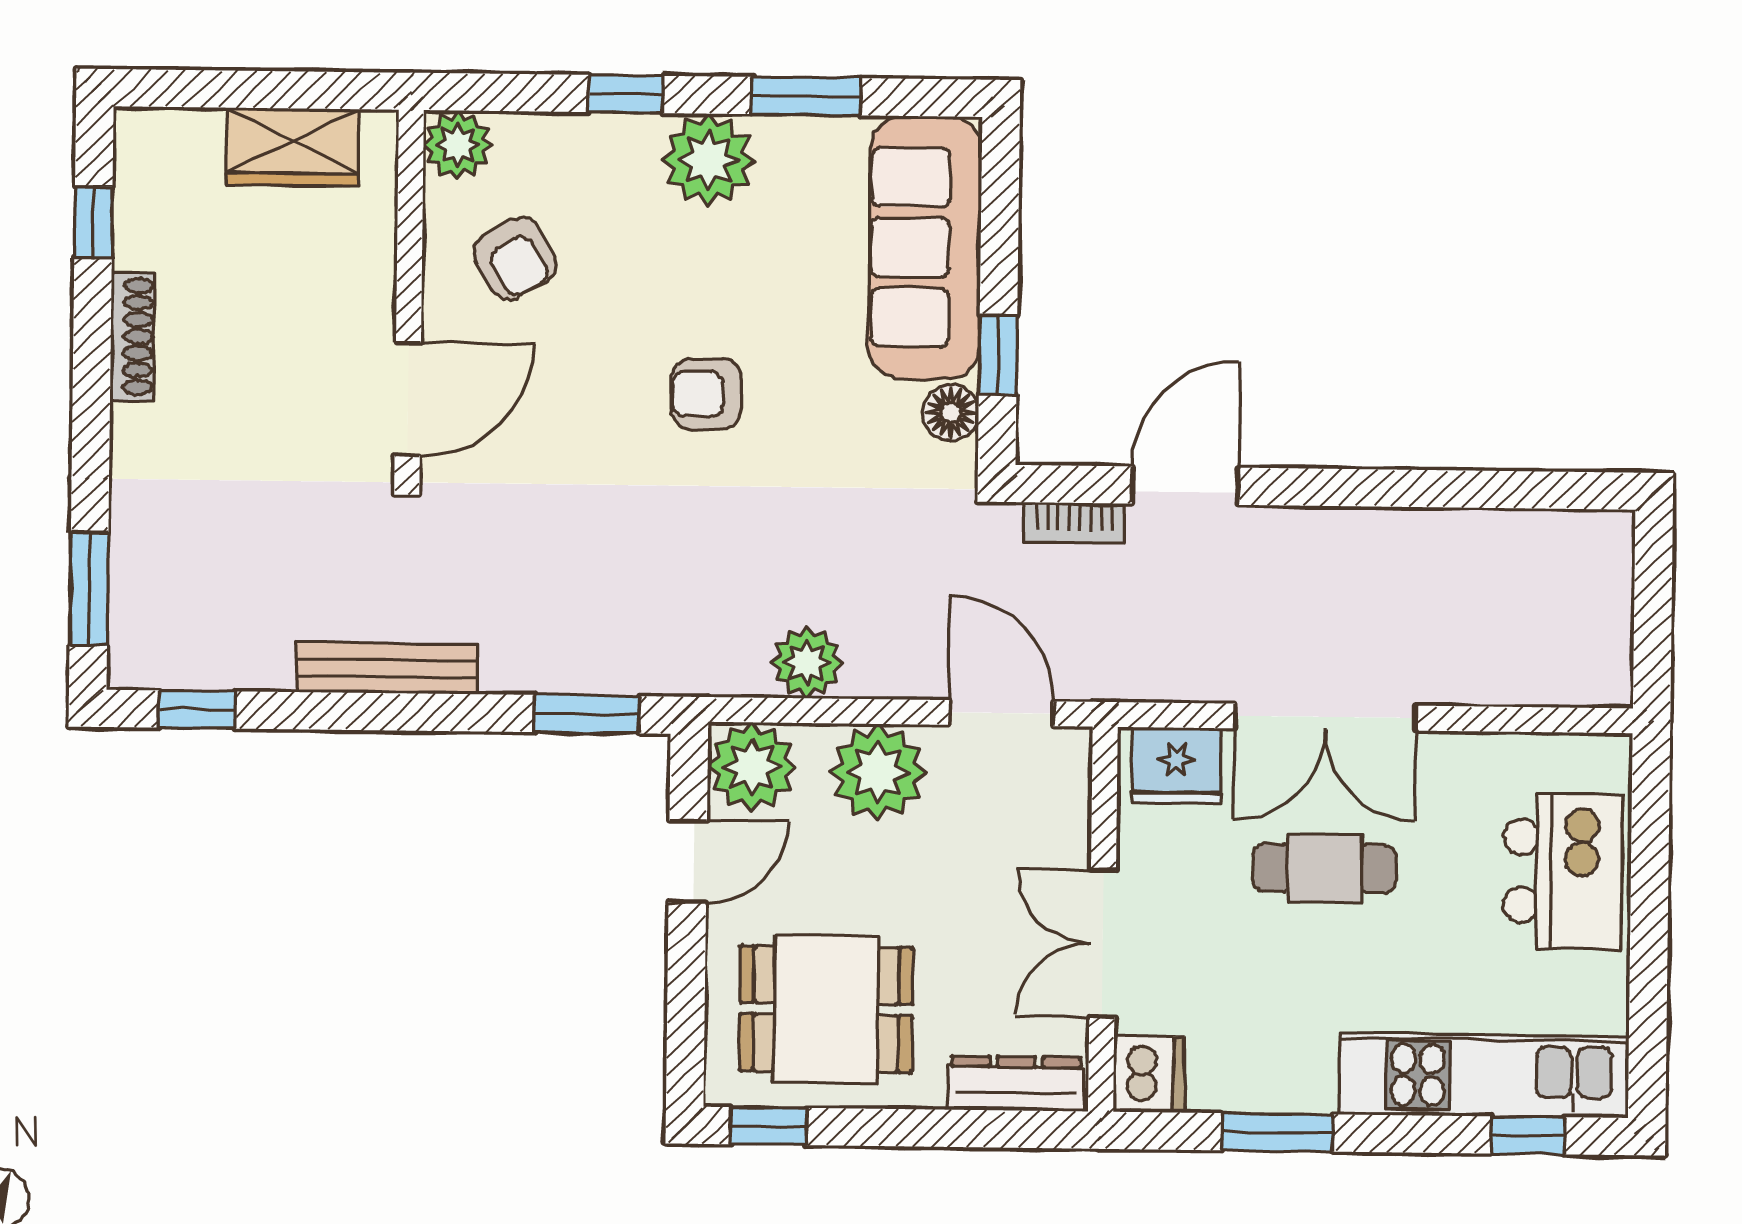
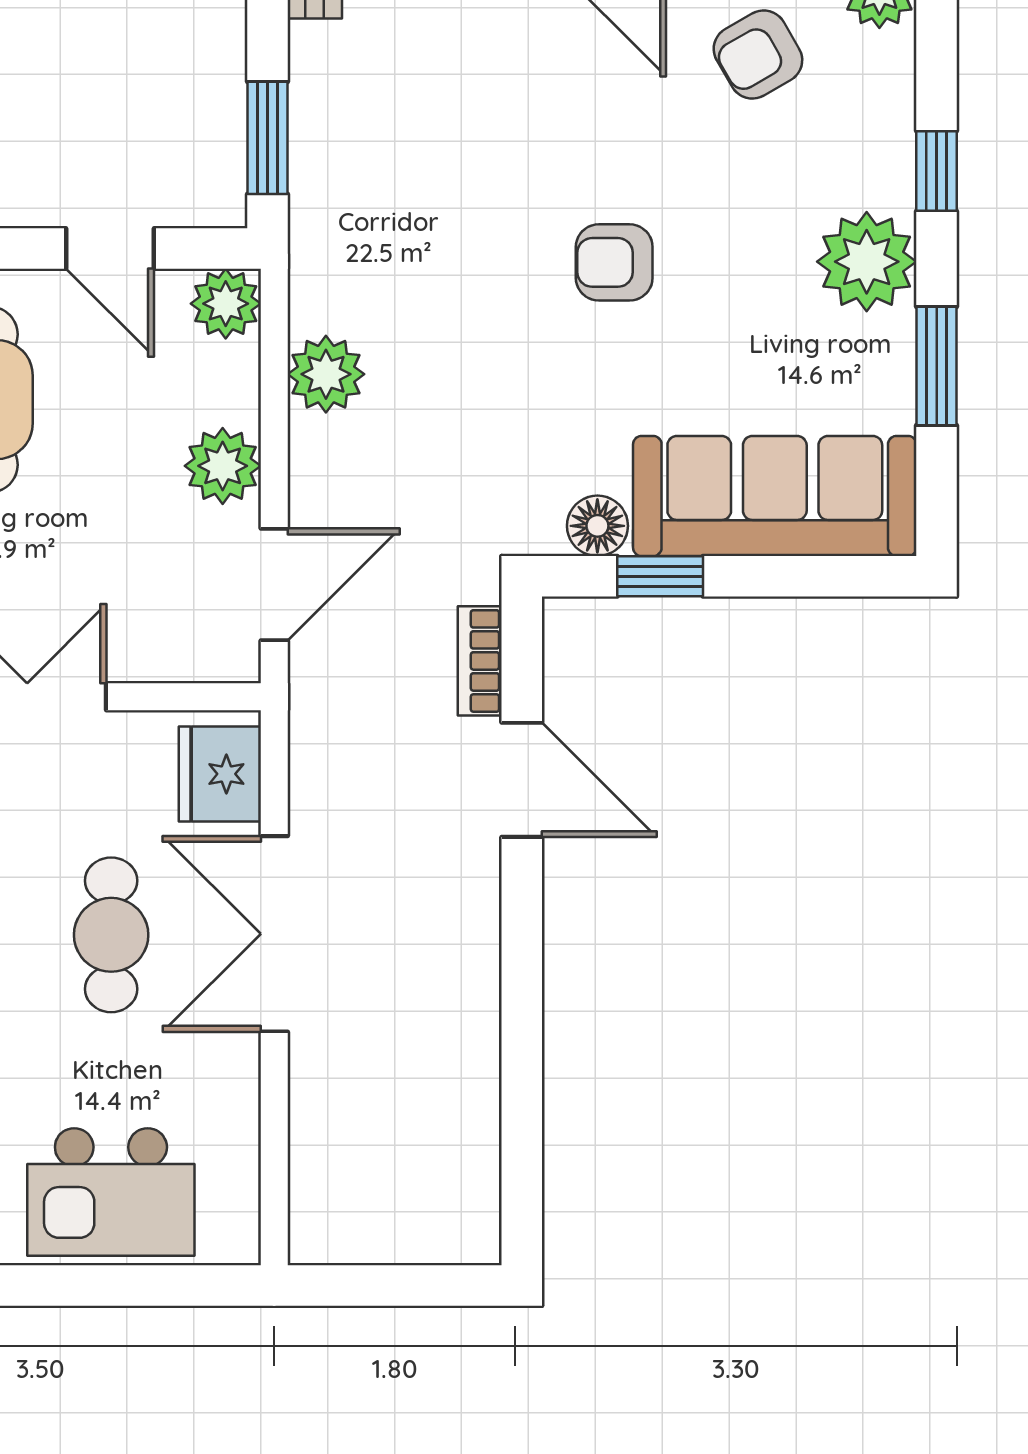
armchair: (706, 394) -> (614, 262), turned -90
plant: (752, 767) -> (226, 304), width x0.73, depth x0.73
plant: (878, 772) -> (223, 466), width x0.73, depth x0.73

